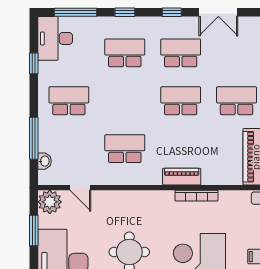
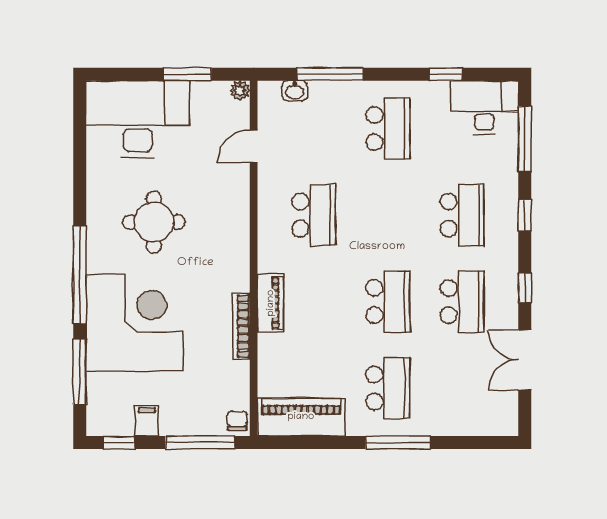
plant: (50, 202) -> (240, 90), width x0.53, depth x0.53

